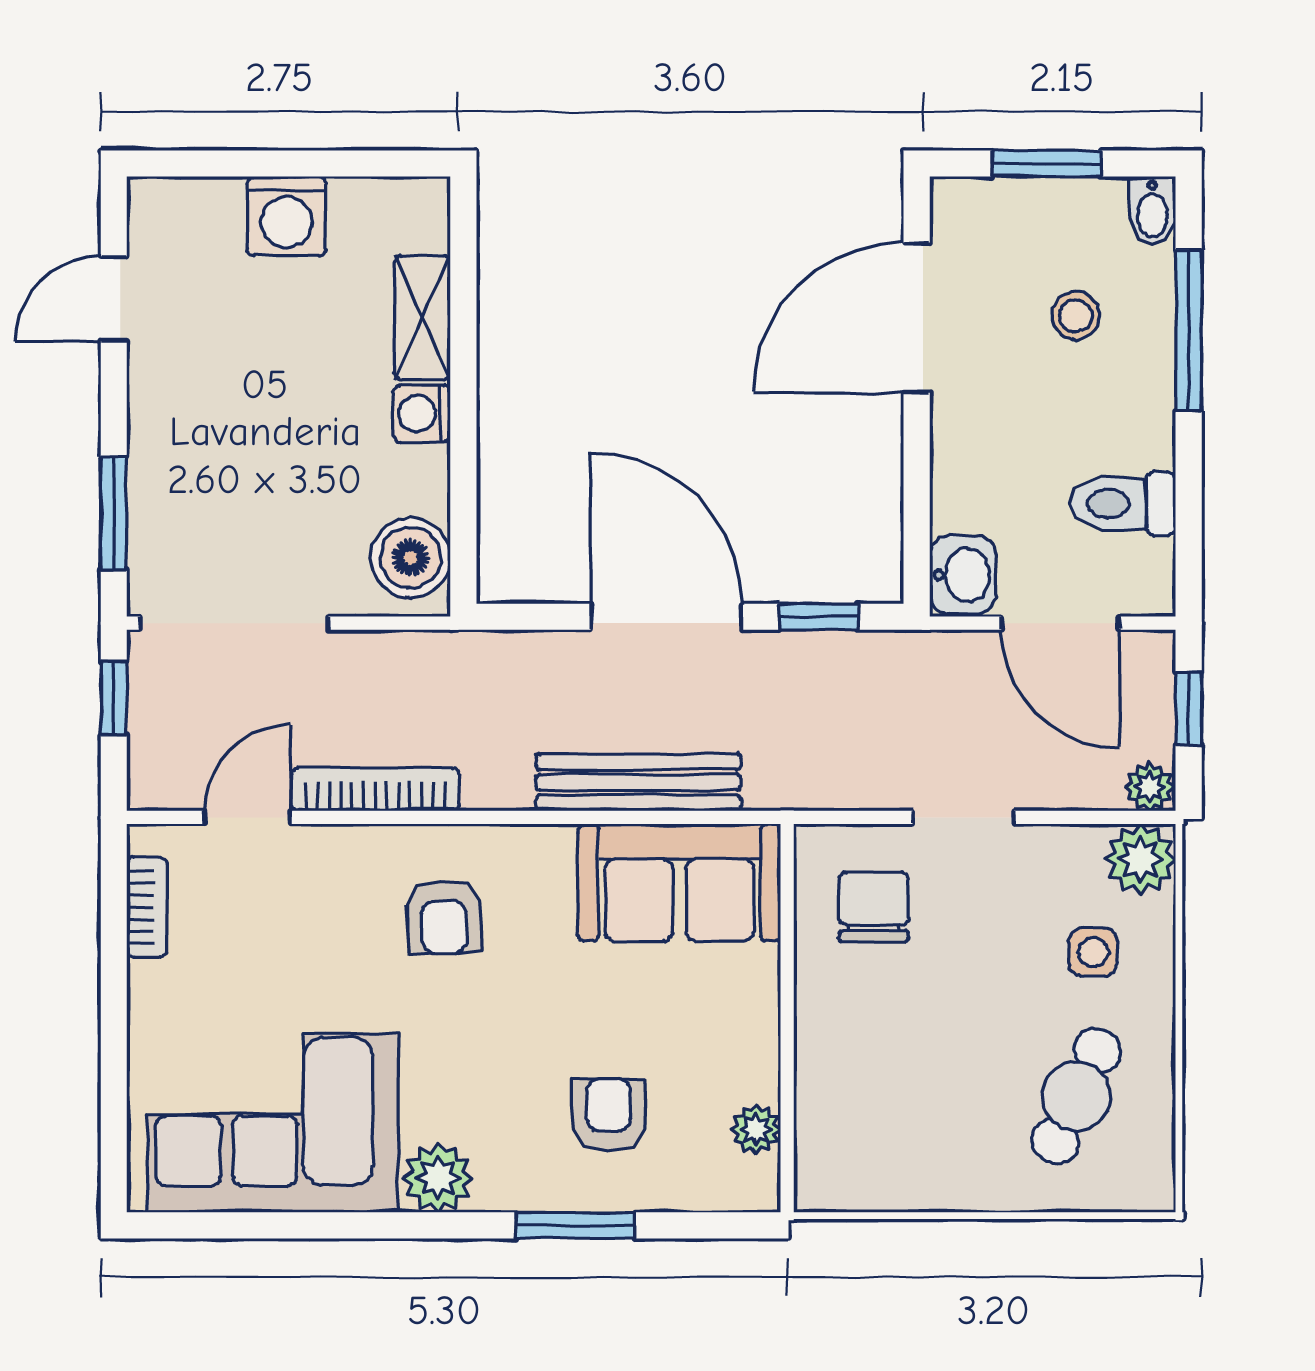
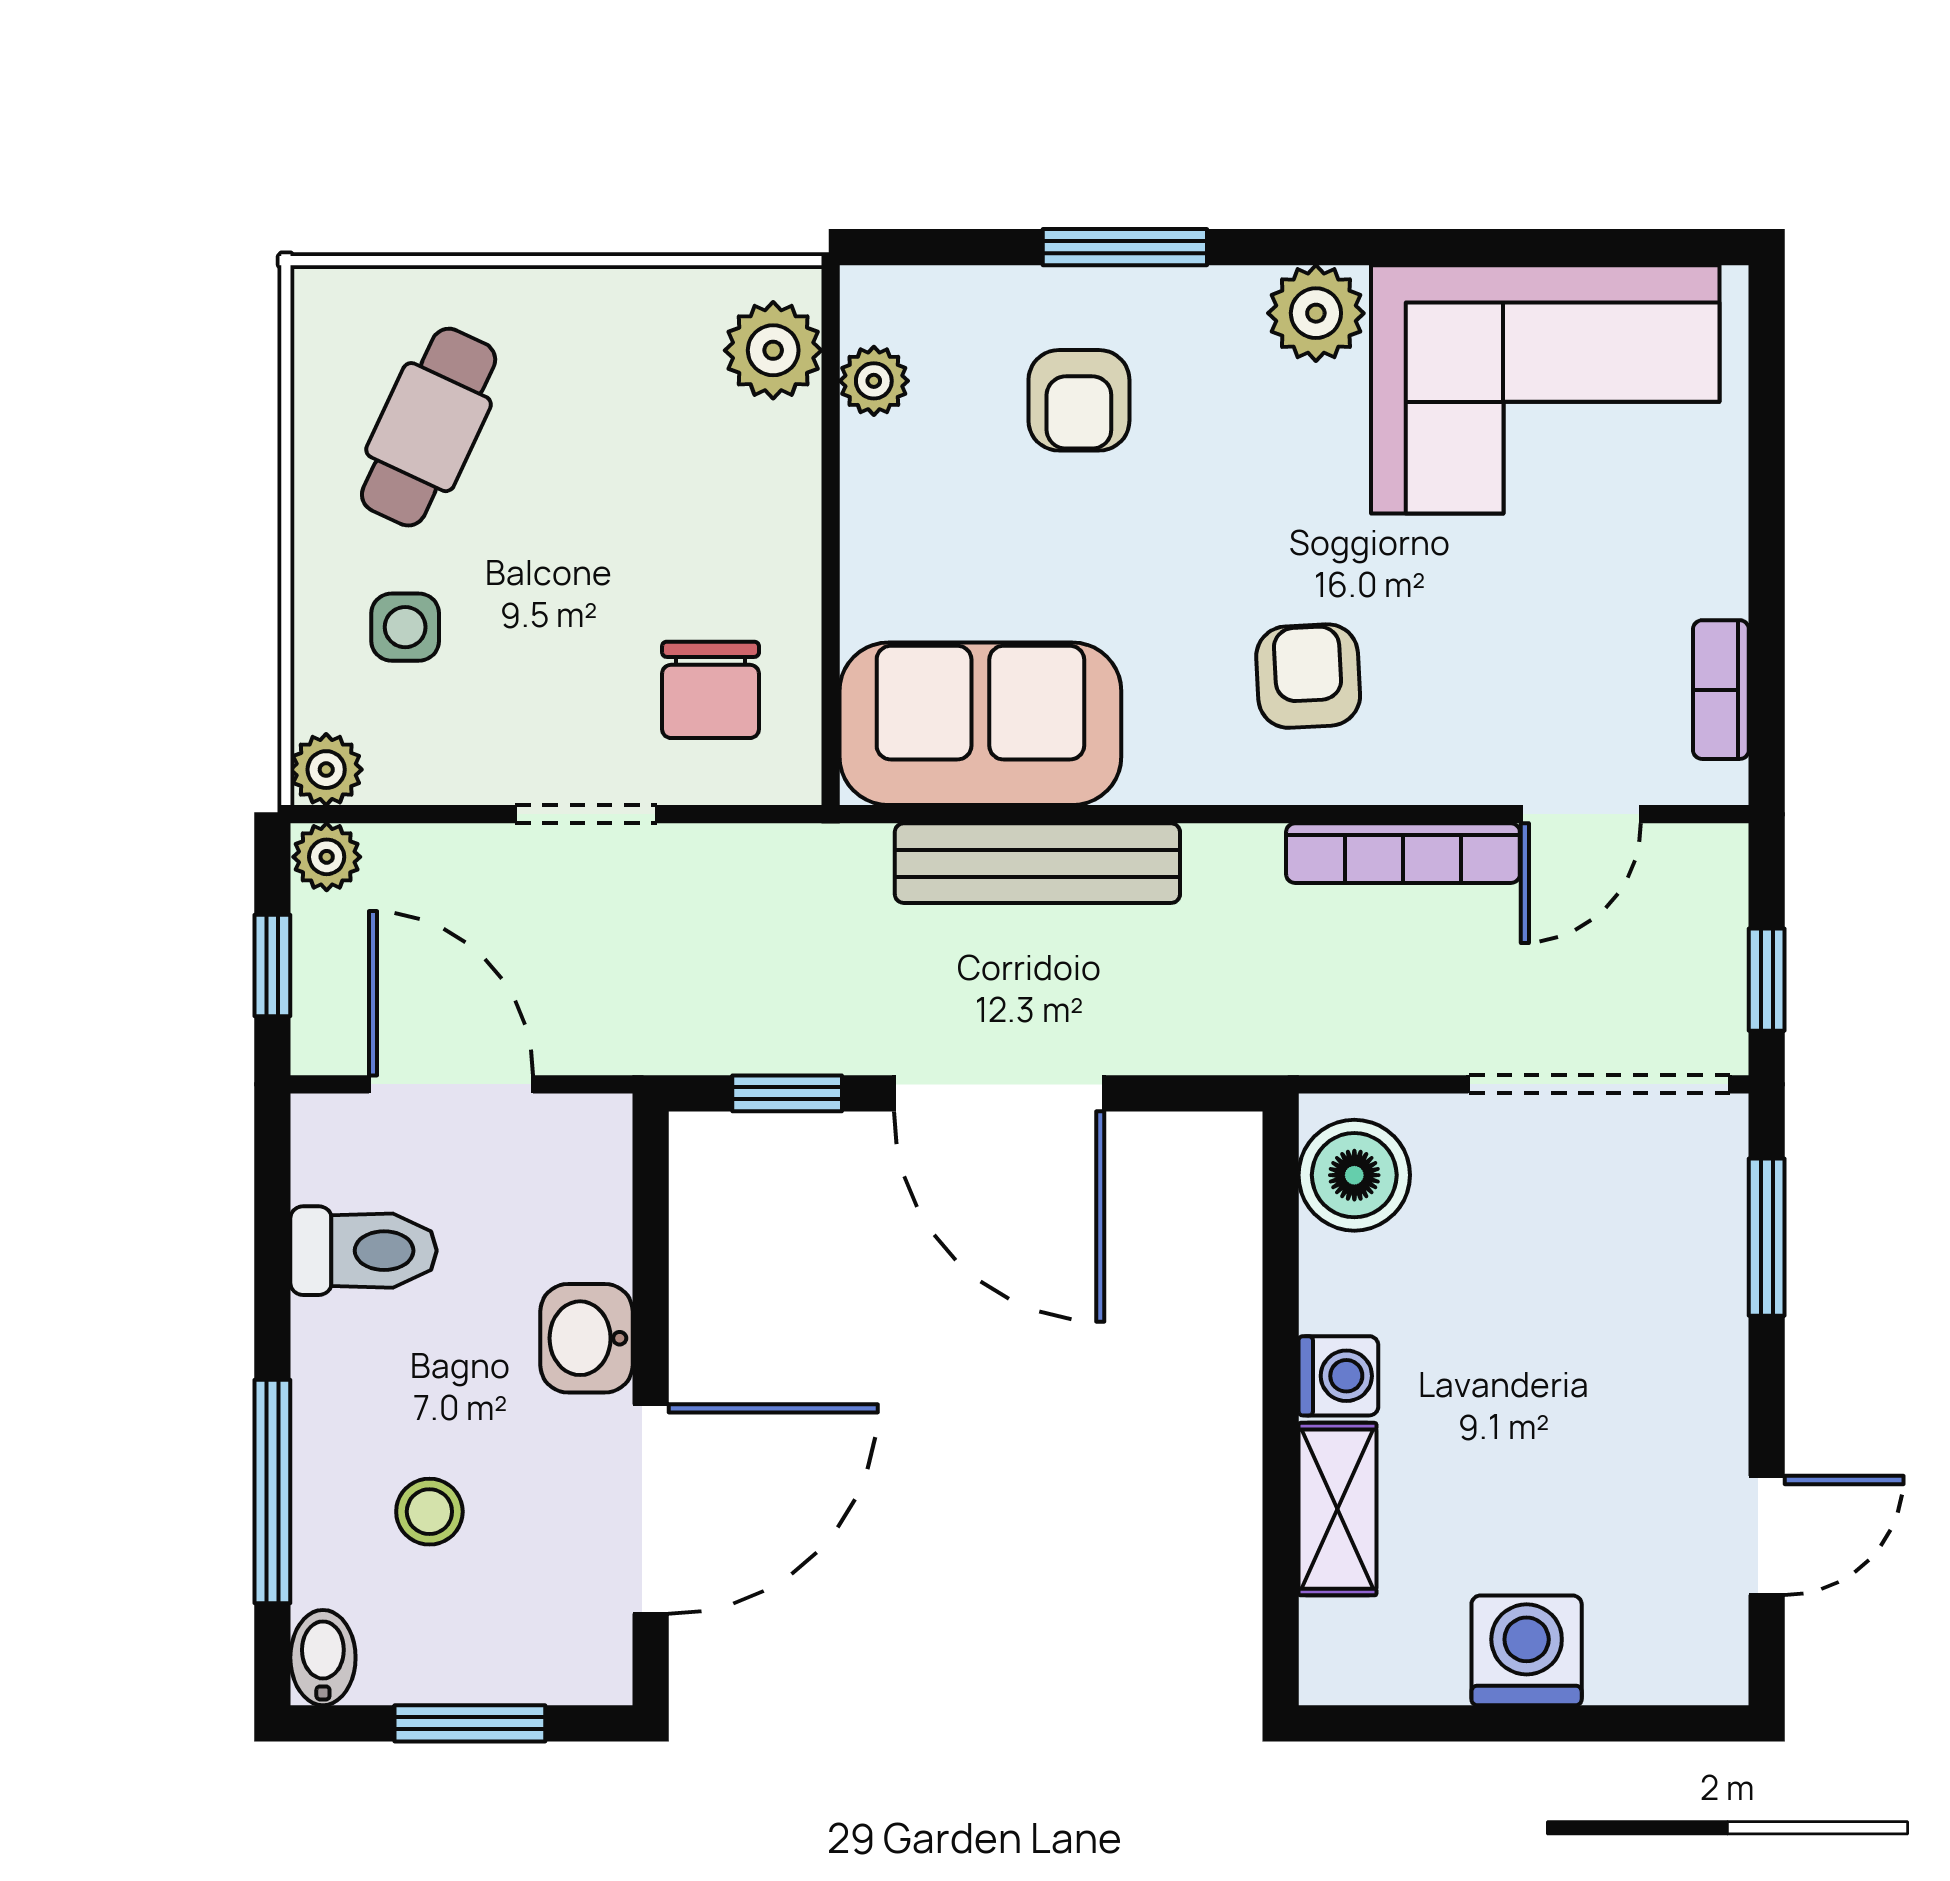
washbasin: (963, 575) -> (586, 1338), moved
plant: (1140, 859) -> (326, 770), width x0.73, depth x0.73
plant: (829, 1151) -> (773, 350), added

